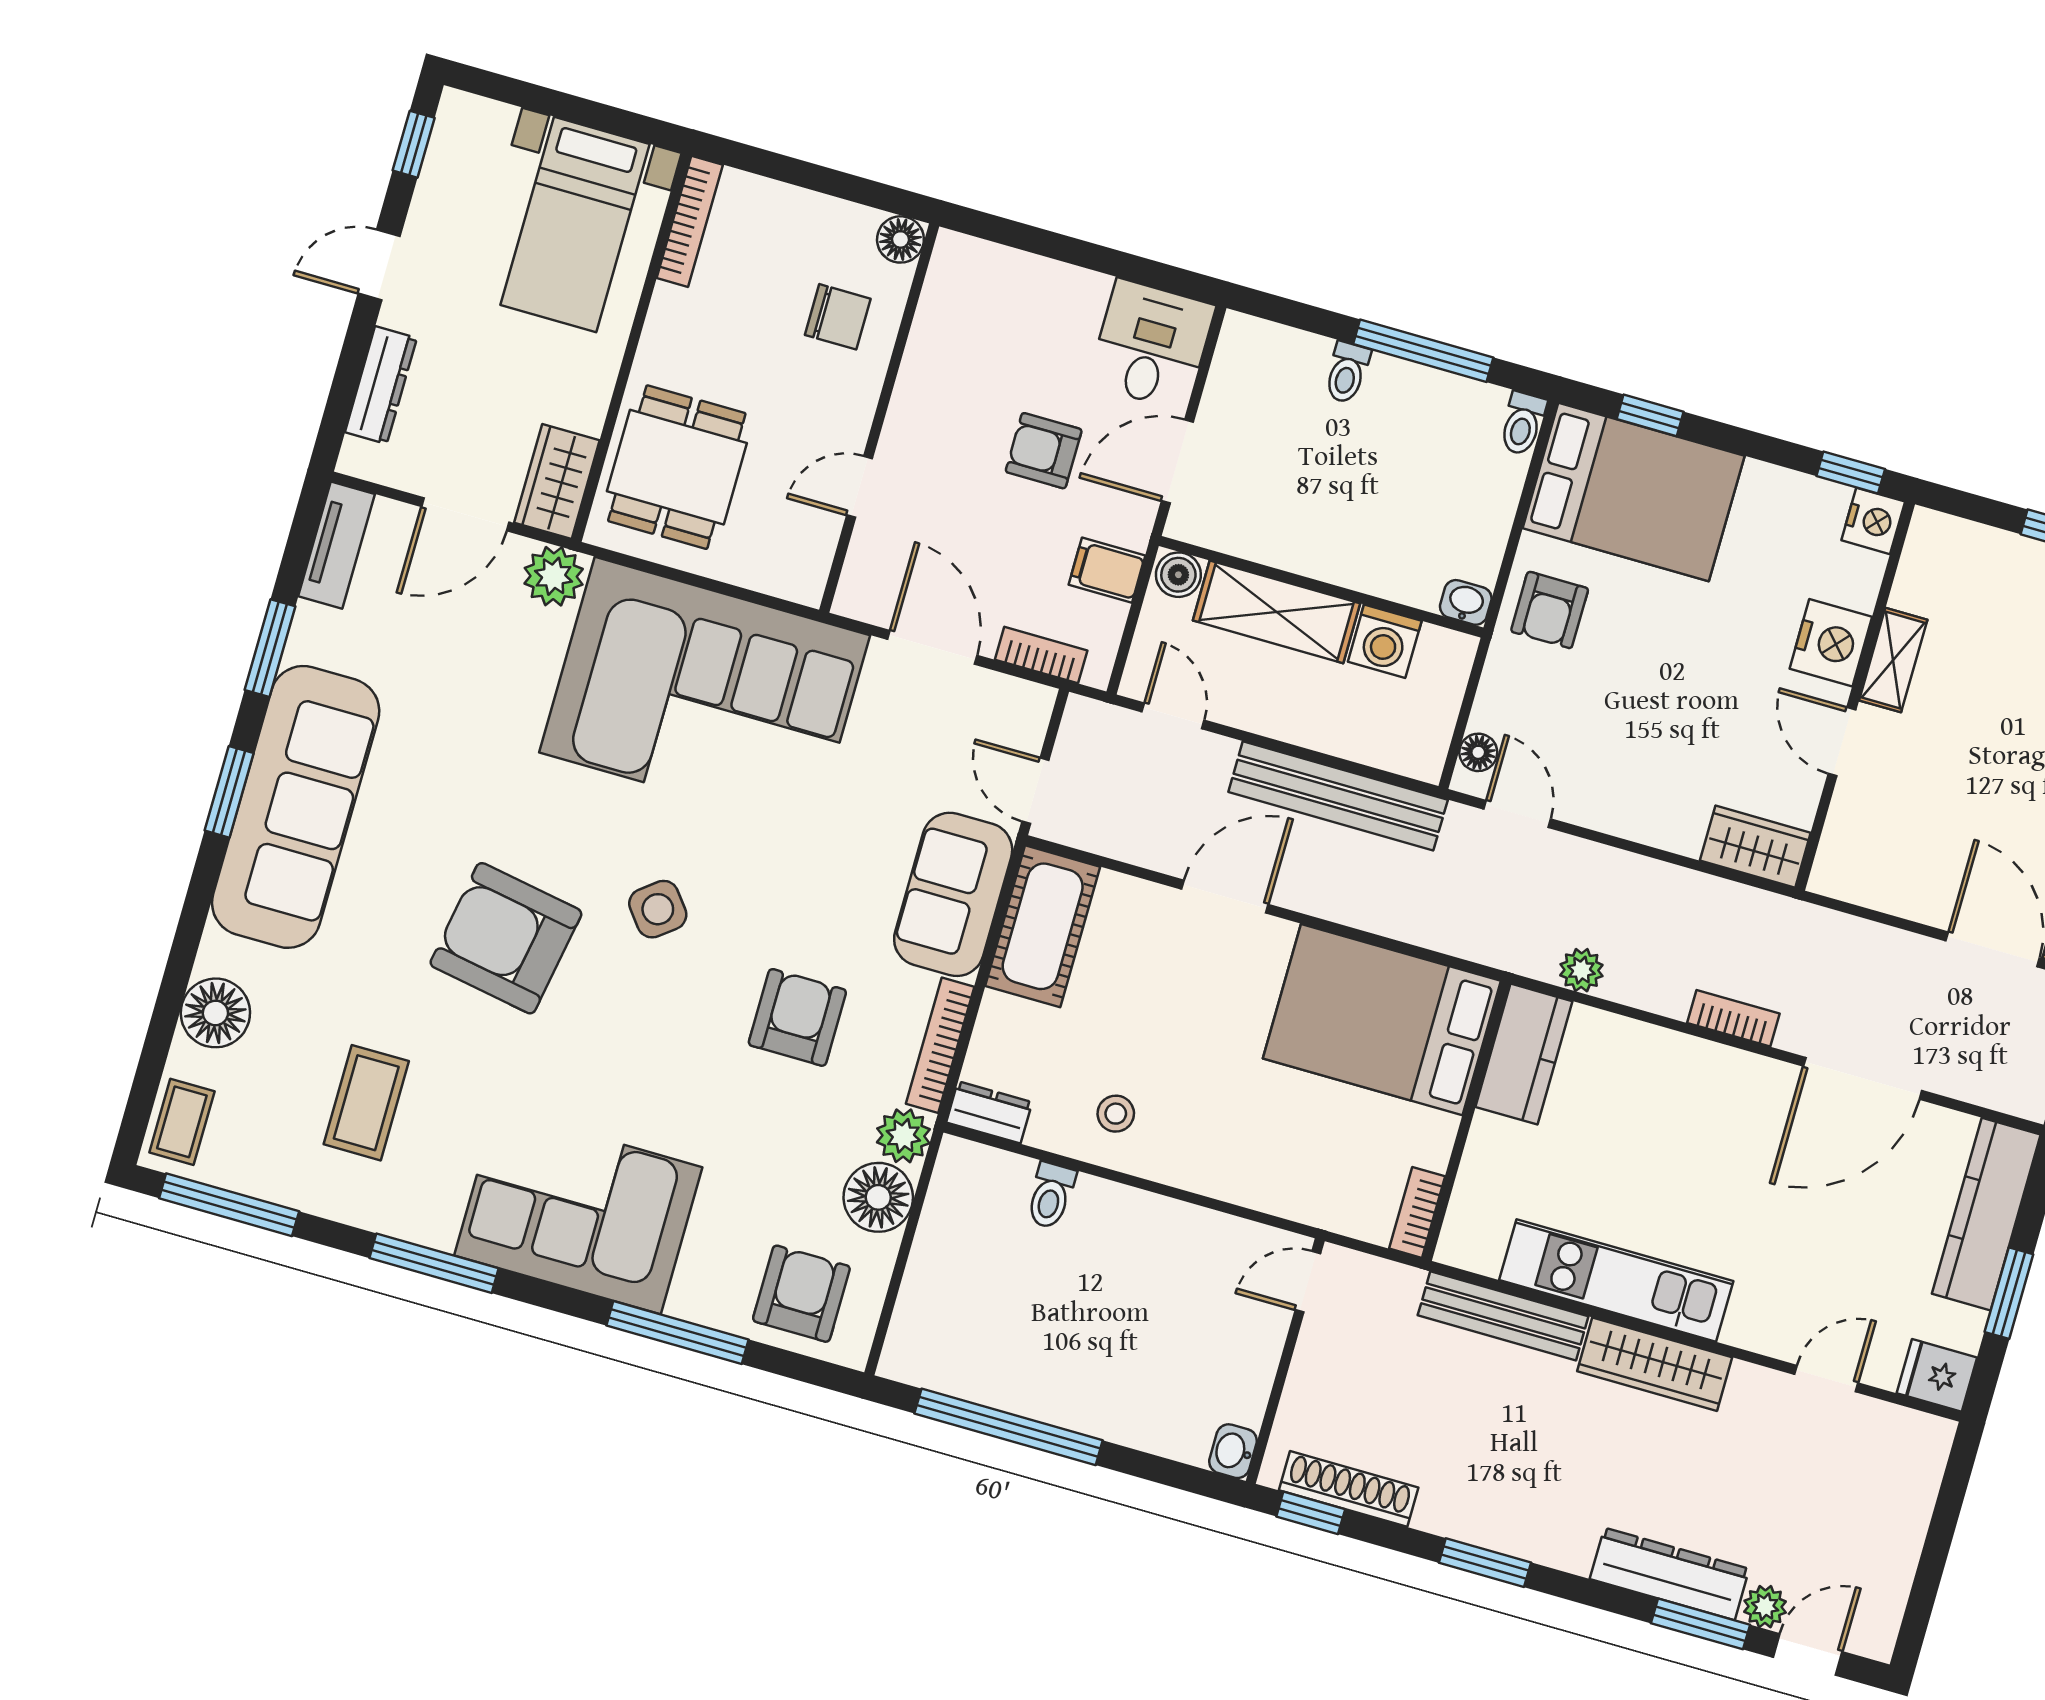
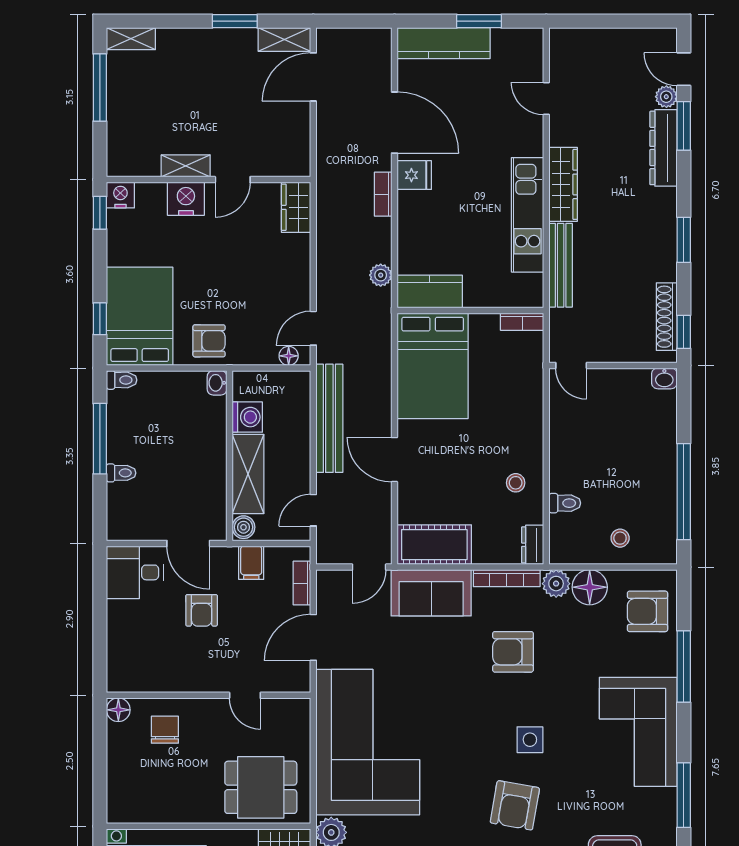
bookcase: (690, 221) -> (139, 815), removed
side table: (658, 909) -> (530, 740), moved, turned 38
armchair: (506, 938) -> (515, 805), width x0.73, depth x0.73
stool: (955, 1281) -> (620, 538), added
fridge: (1937, 1375) -> (414, 175), moved, turned -90

